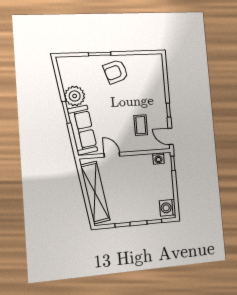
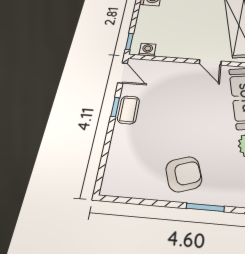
coffee table: (141, 125) -> (129, 110), moved

